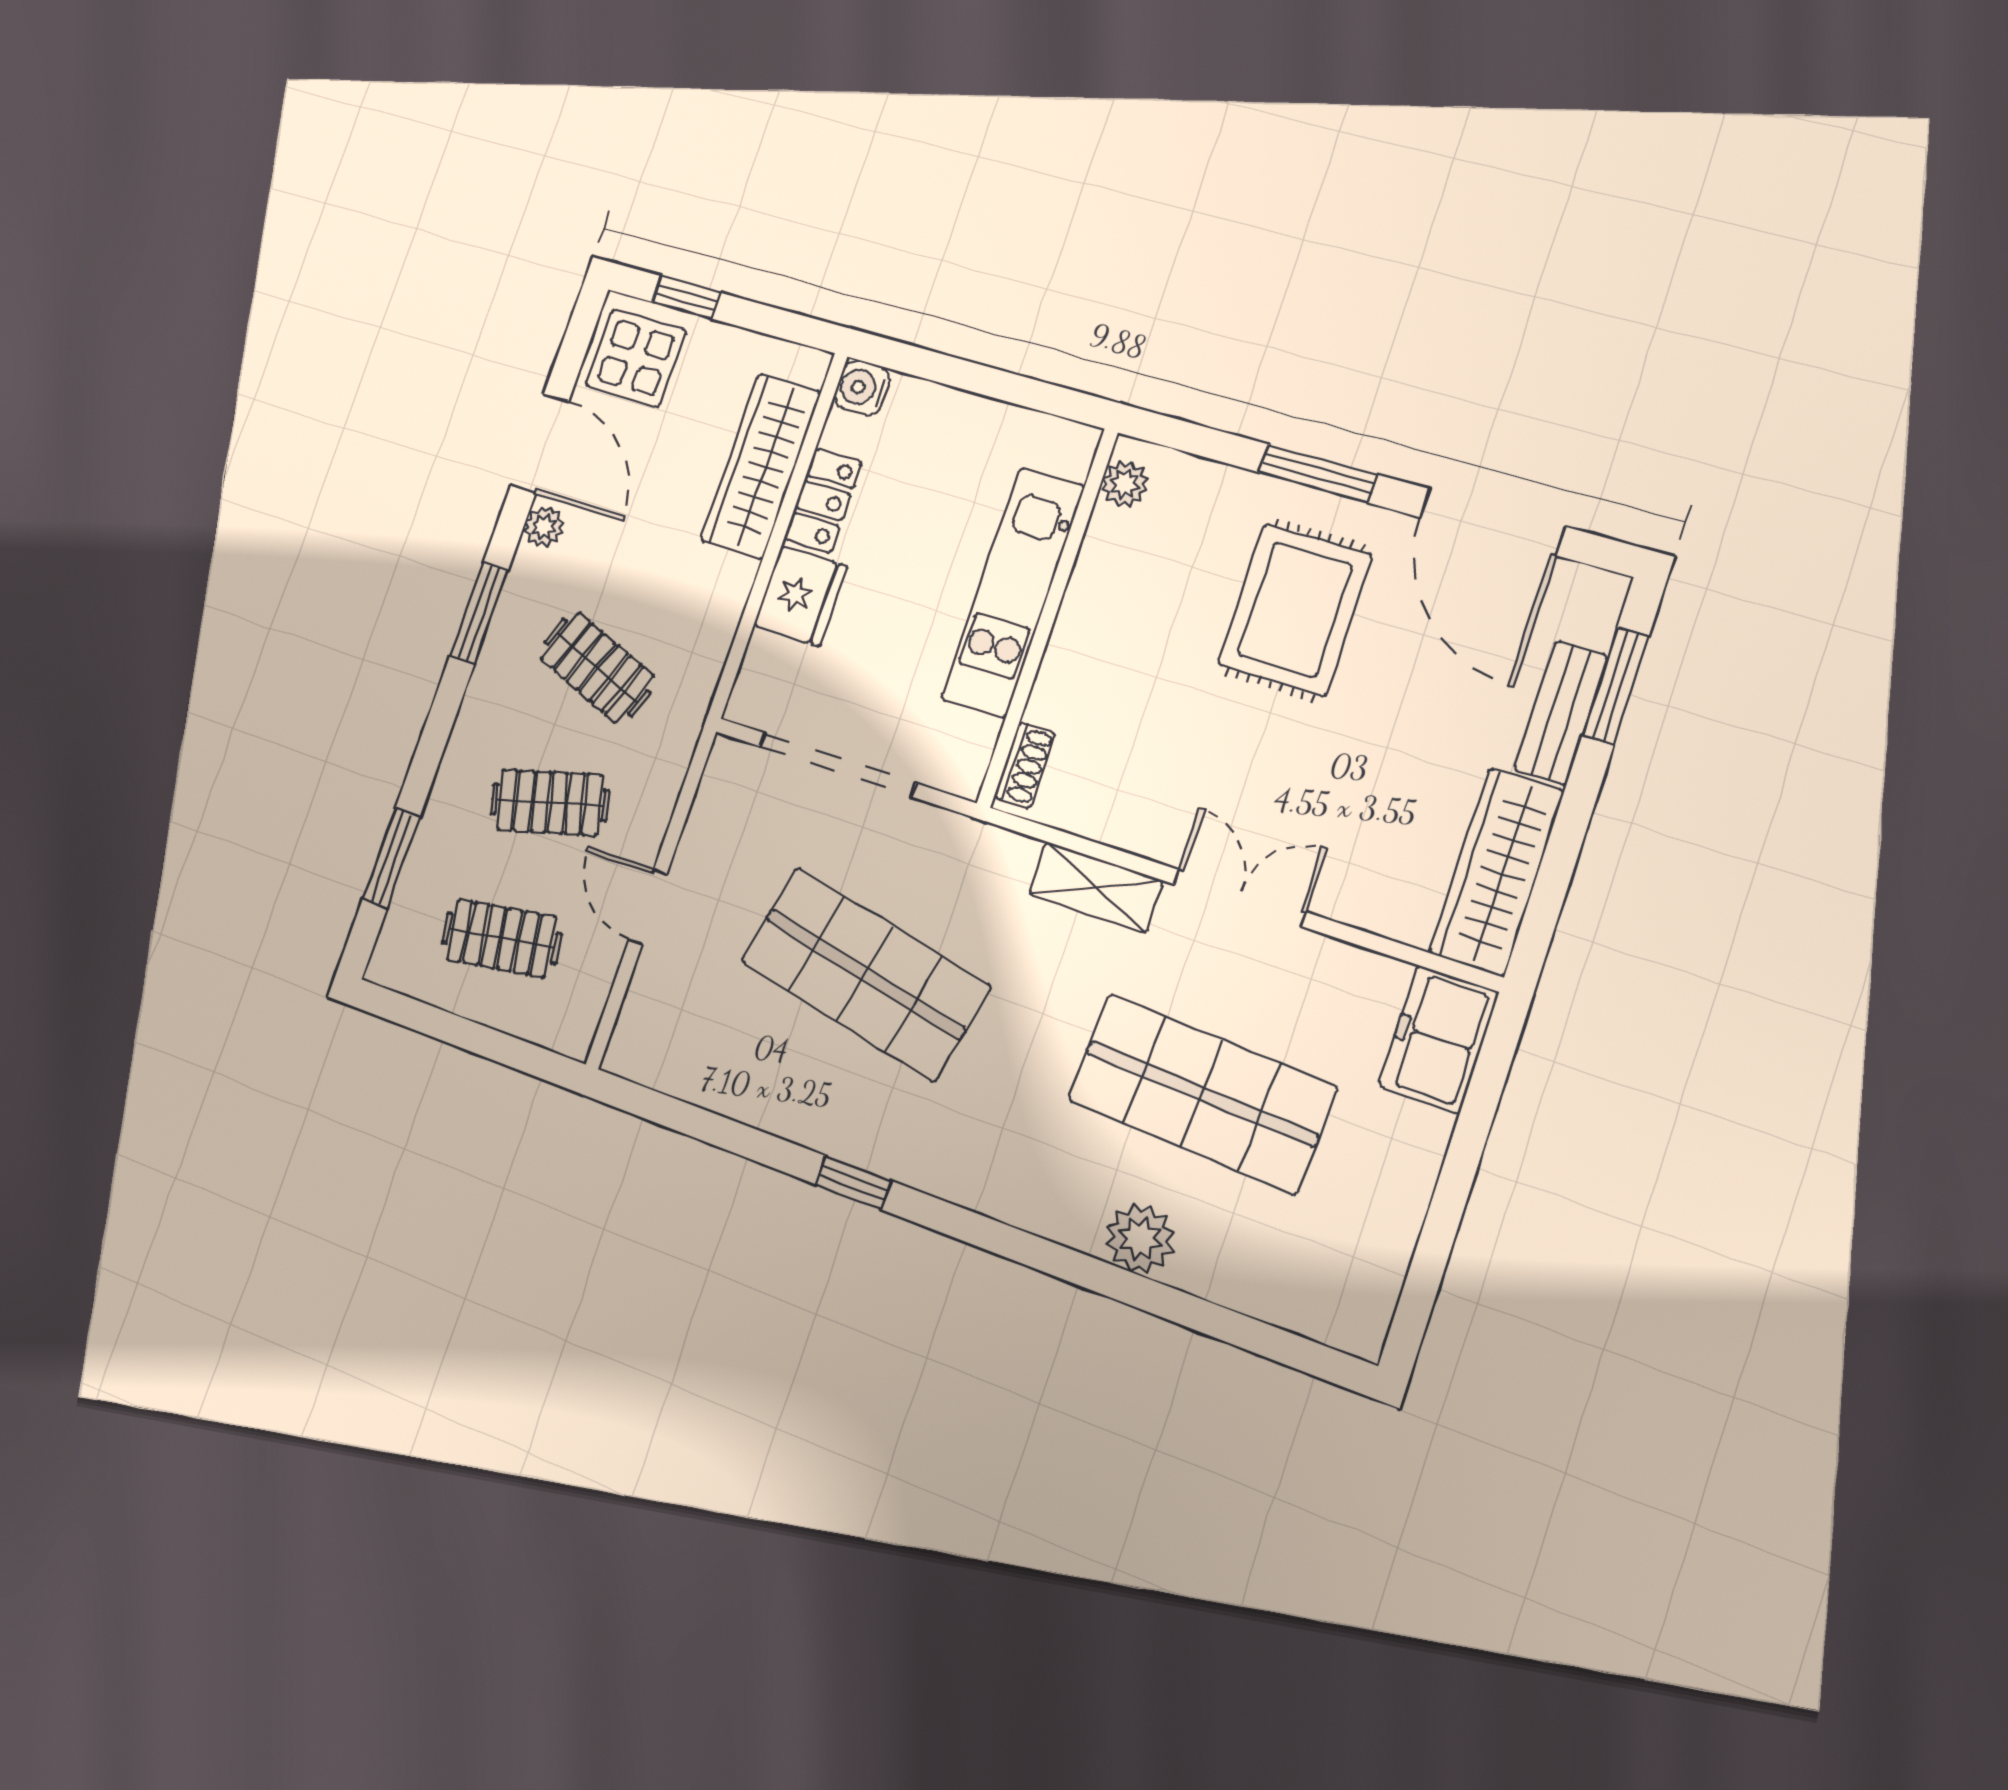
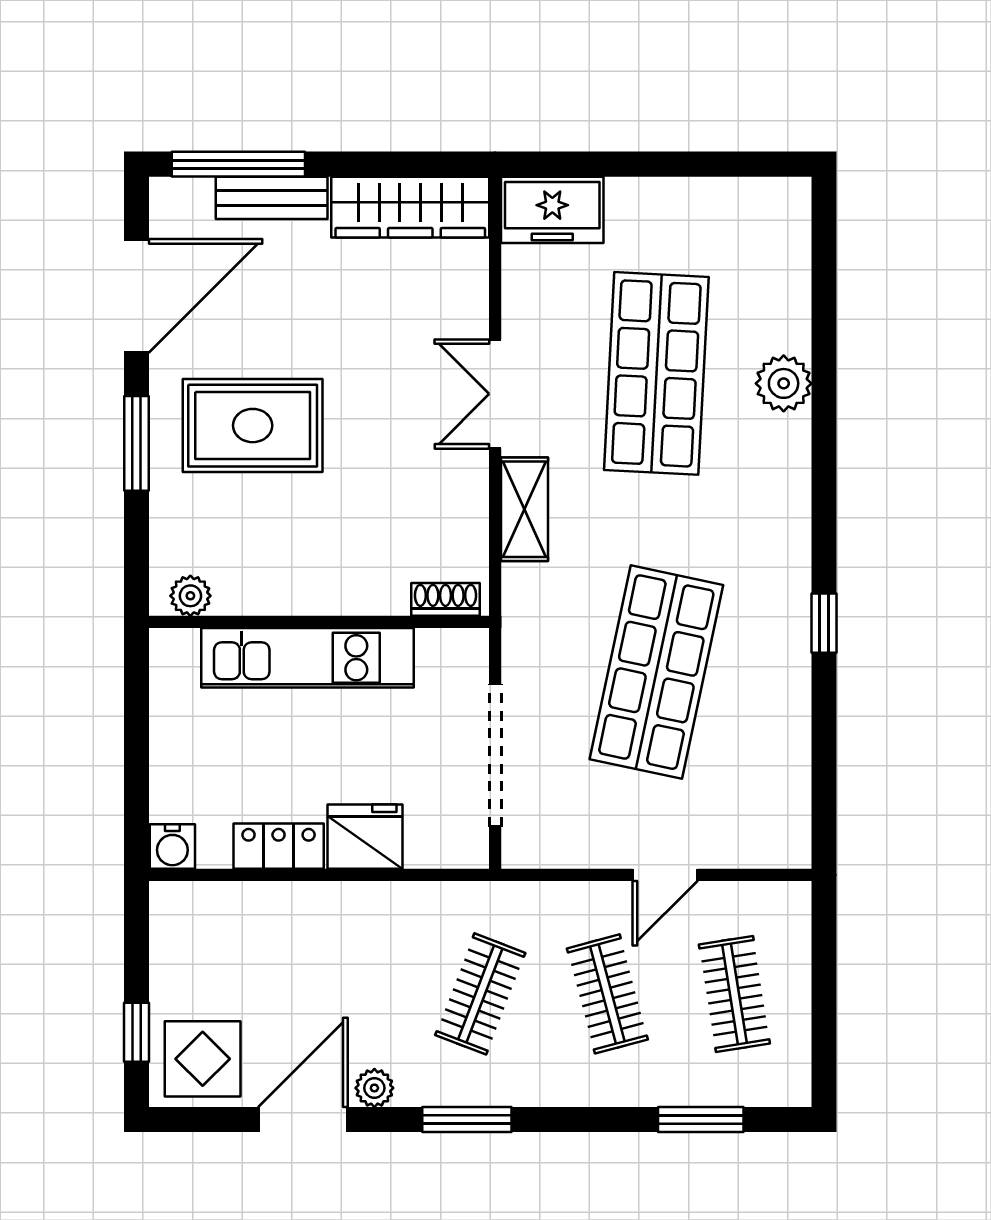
wardrobe: (761, 466) -> (265, 912), removed
window: (1615, 686) -> (238, 164), width x1.44

